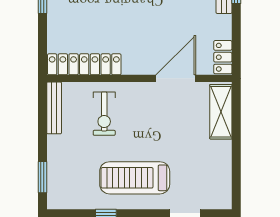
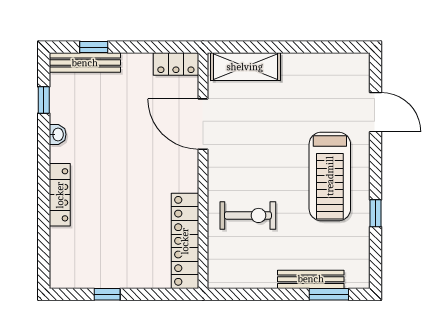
bench: (54, 108) -> (311, 279), moved

